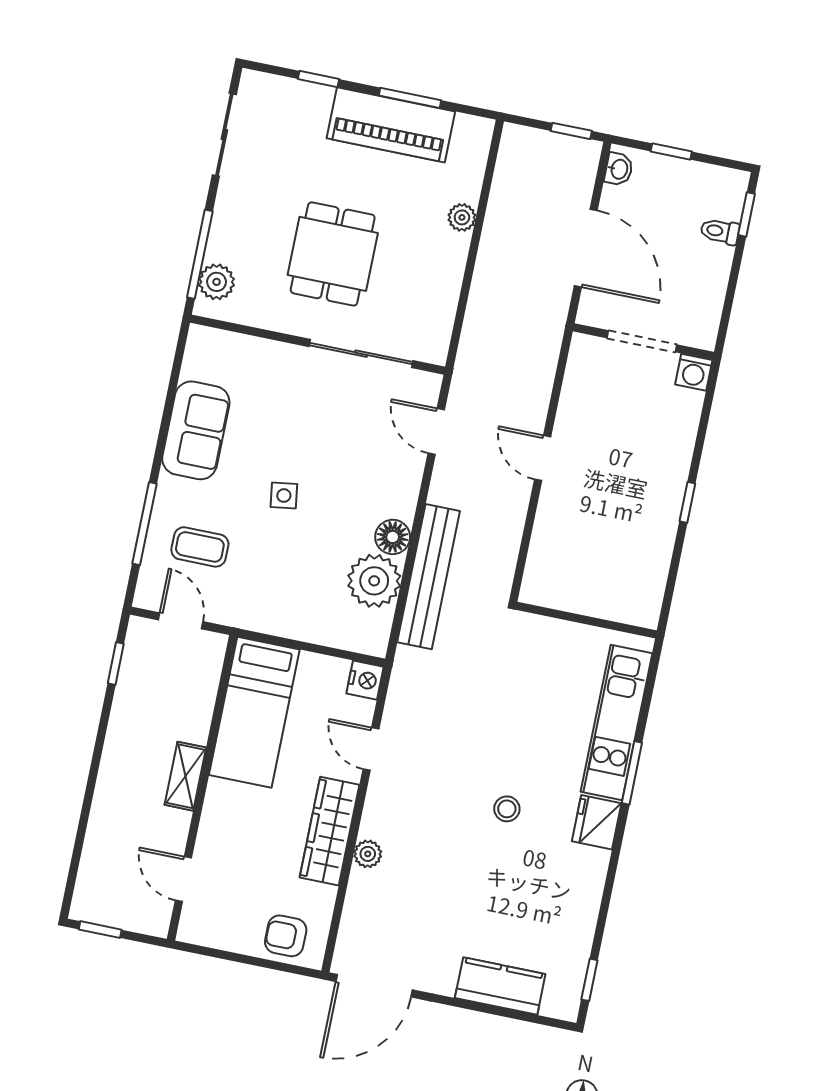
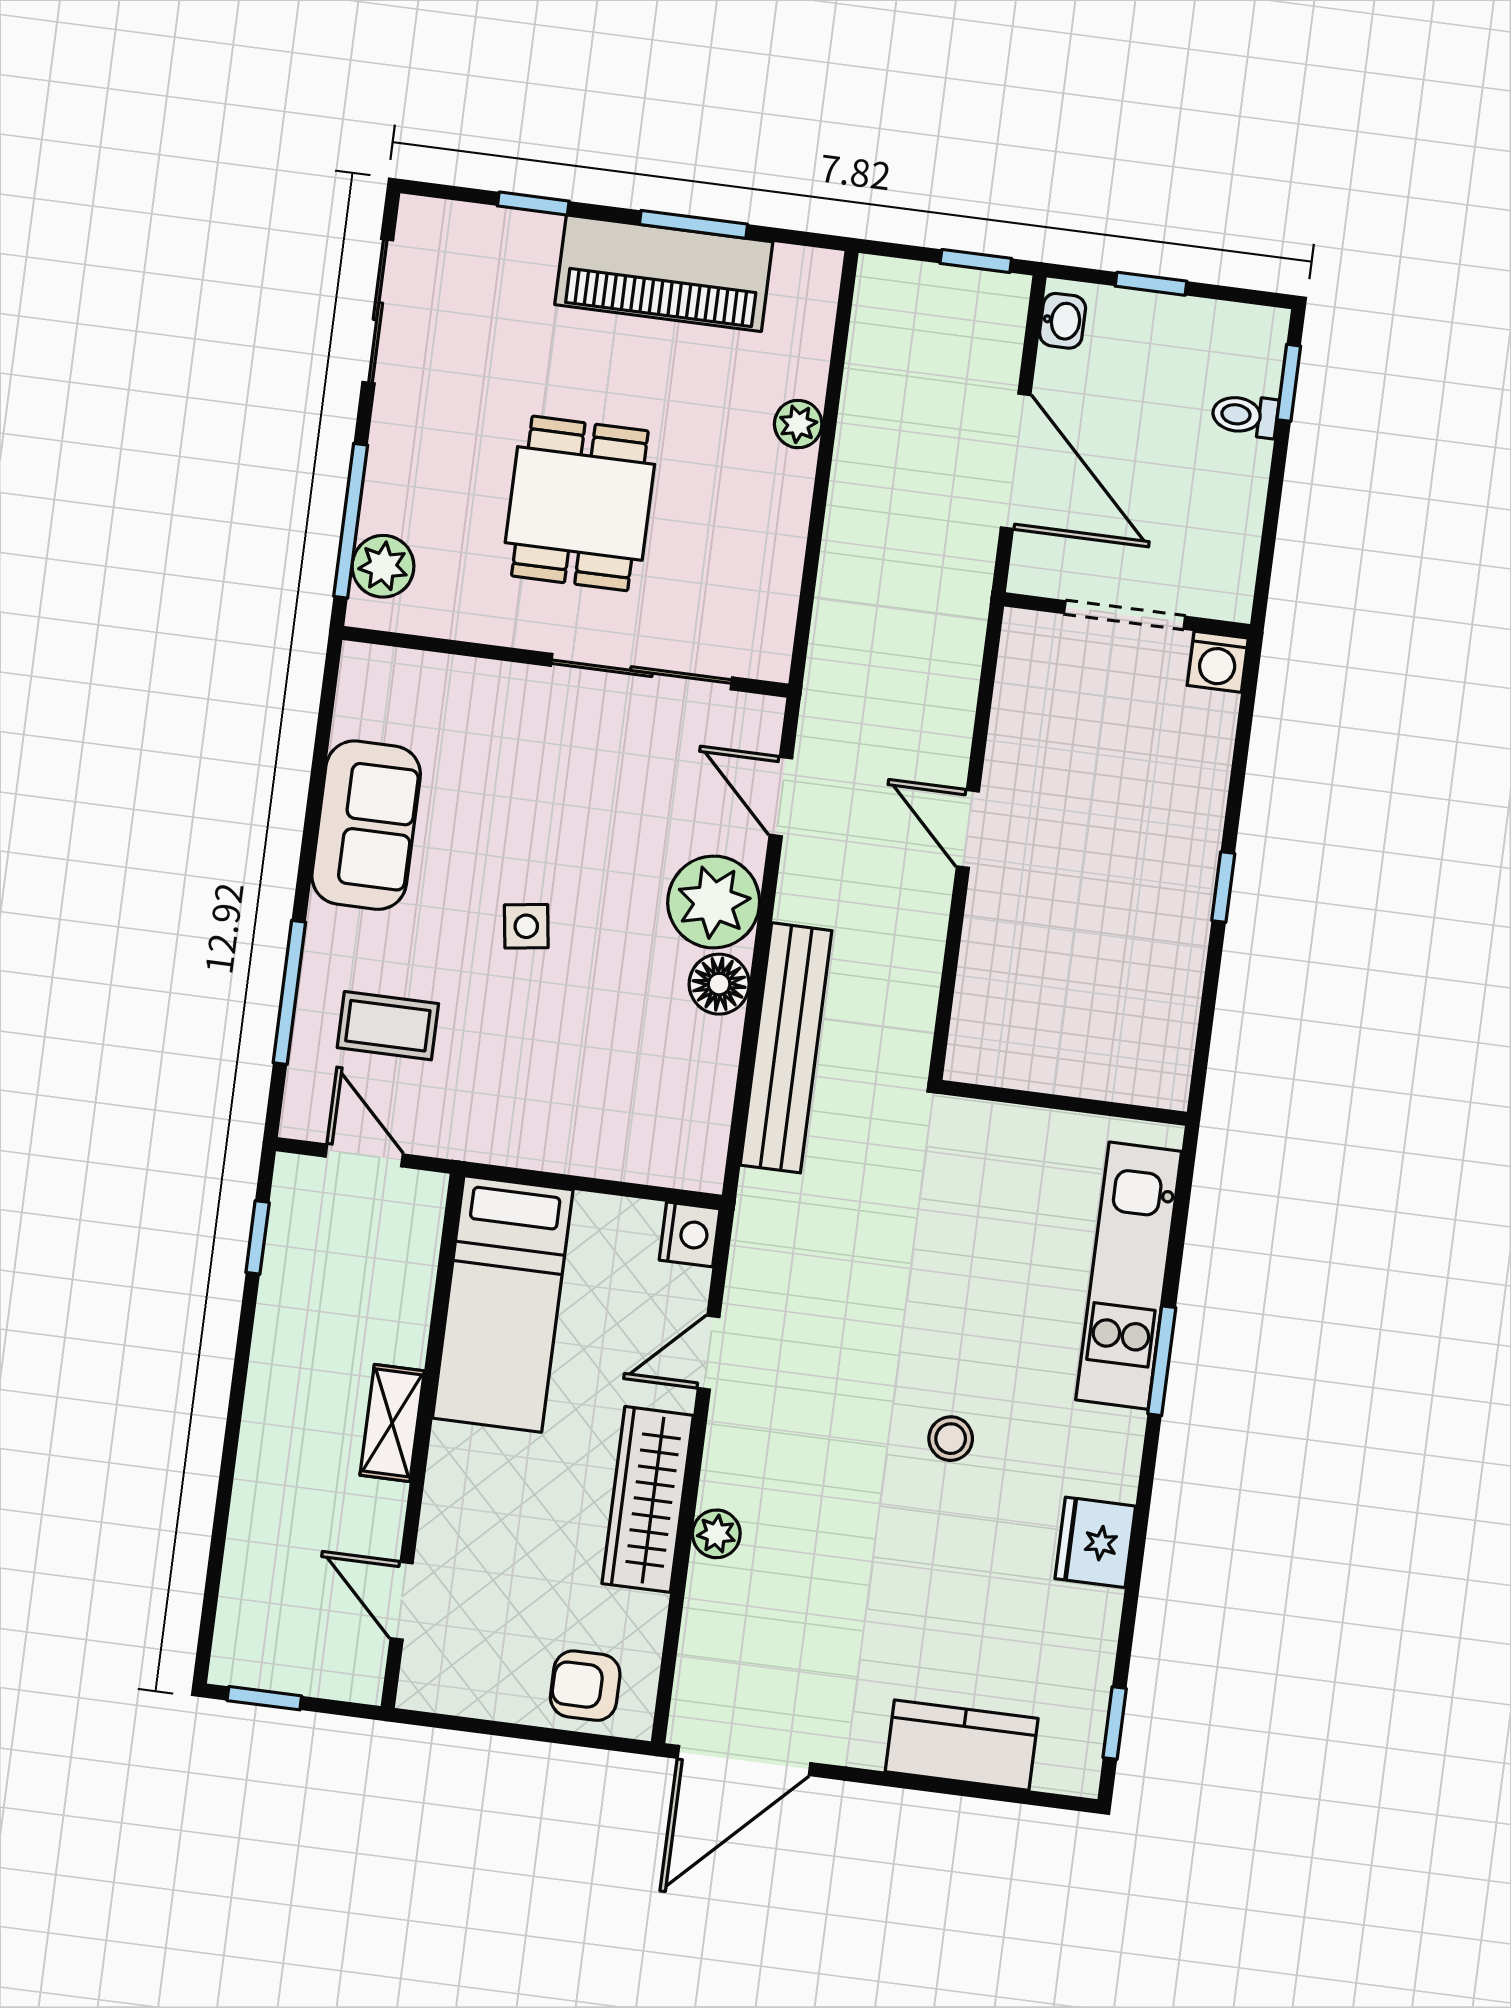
plant: (374, 581) -> (714, 902), moved
door: (371, 749) -> (709, 1353), hinge flipped
fridge: (597, 822) -> (1095, 1542), moved

